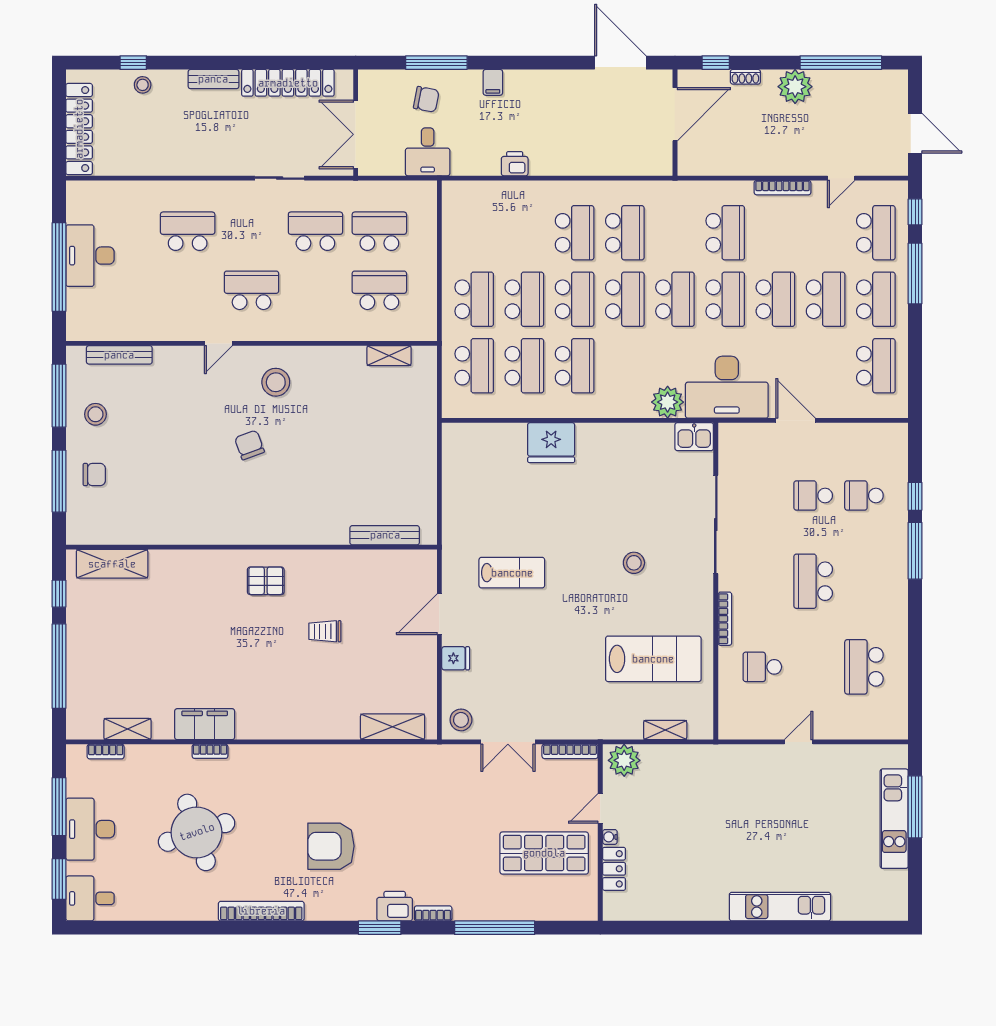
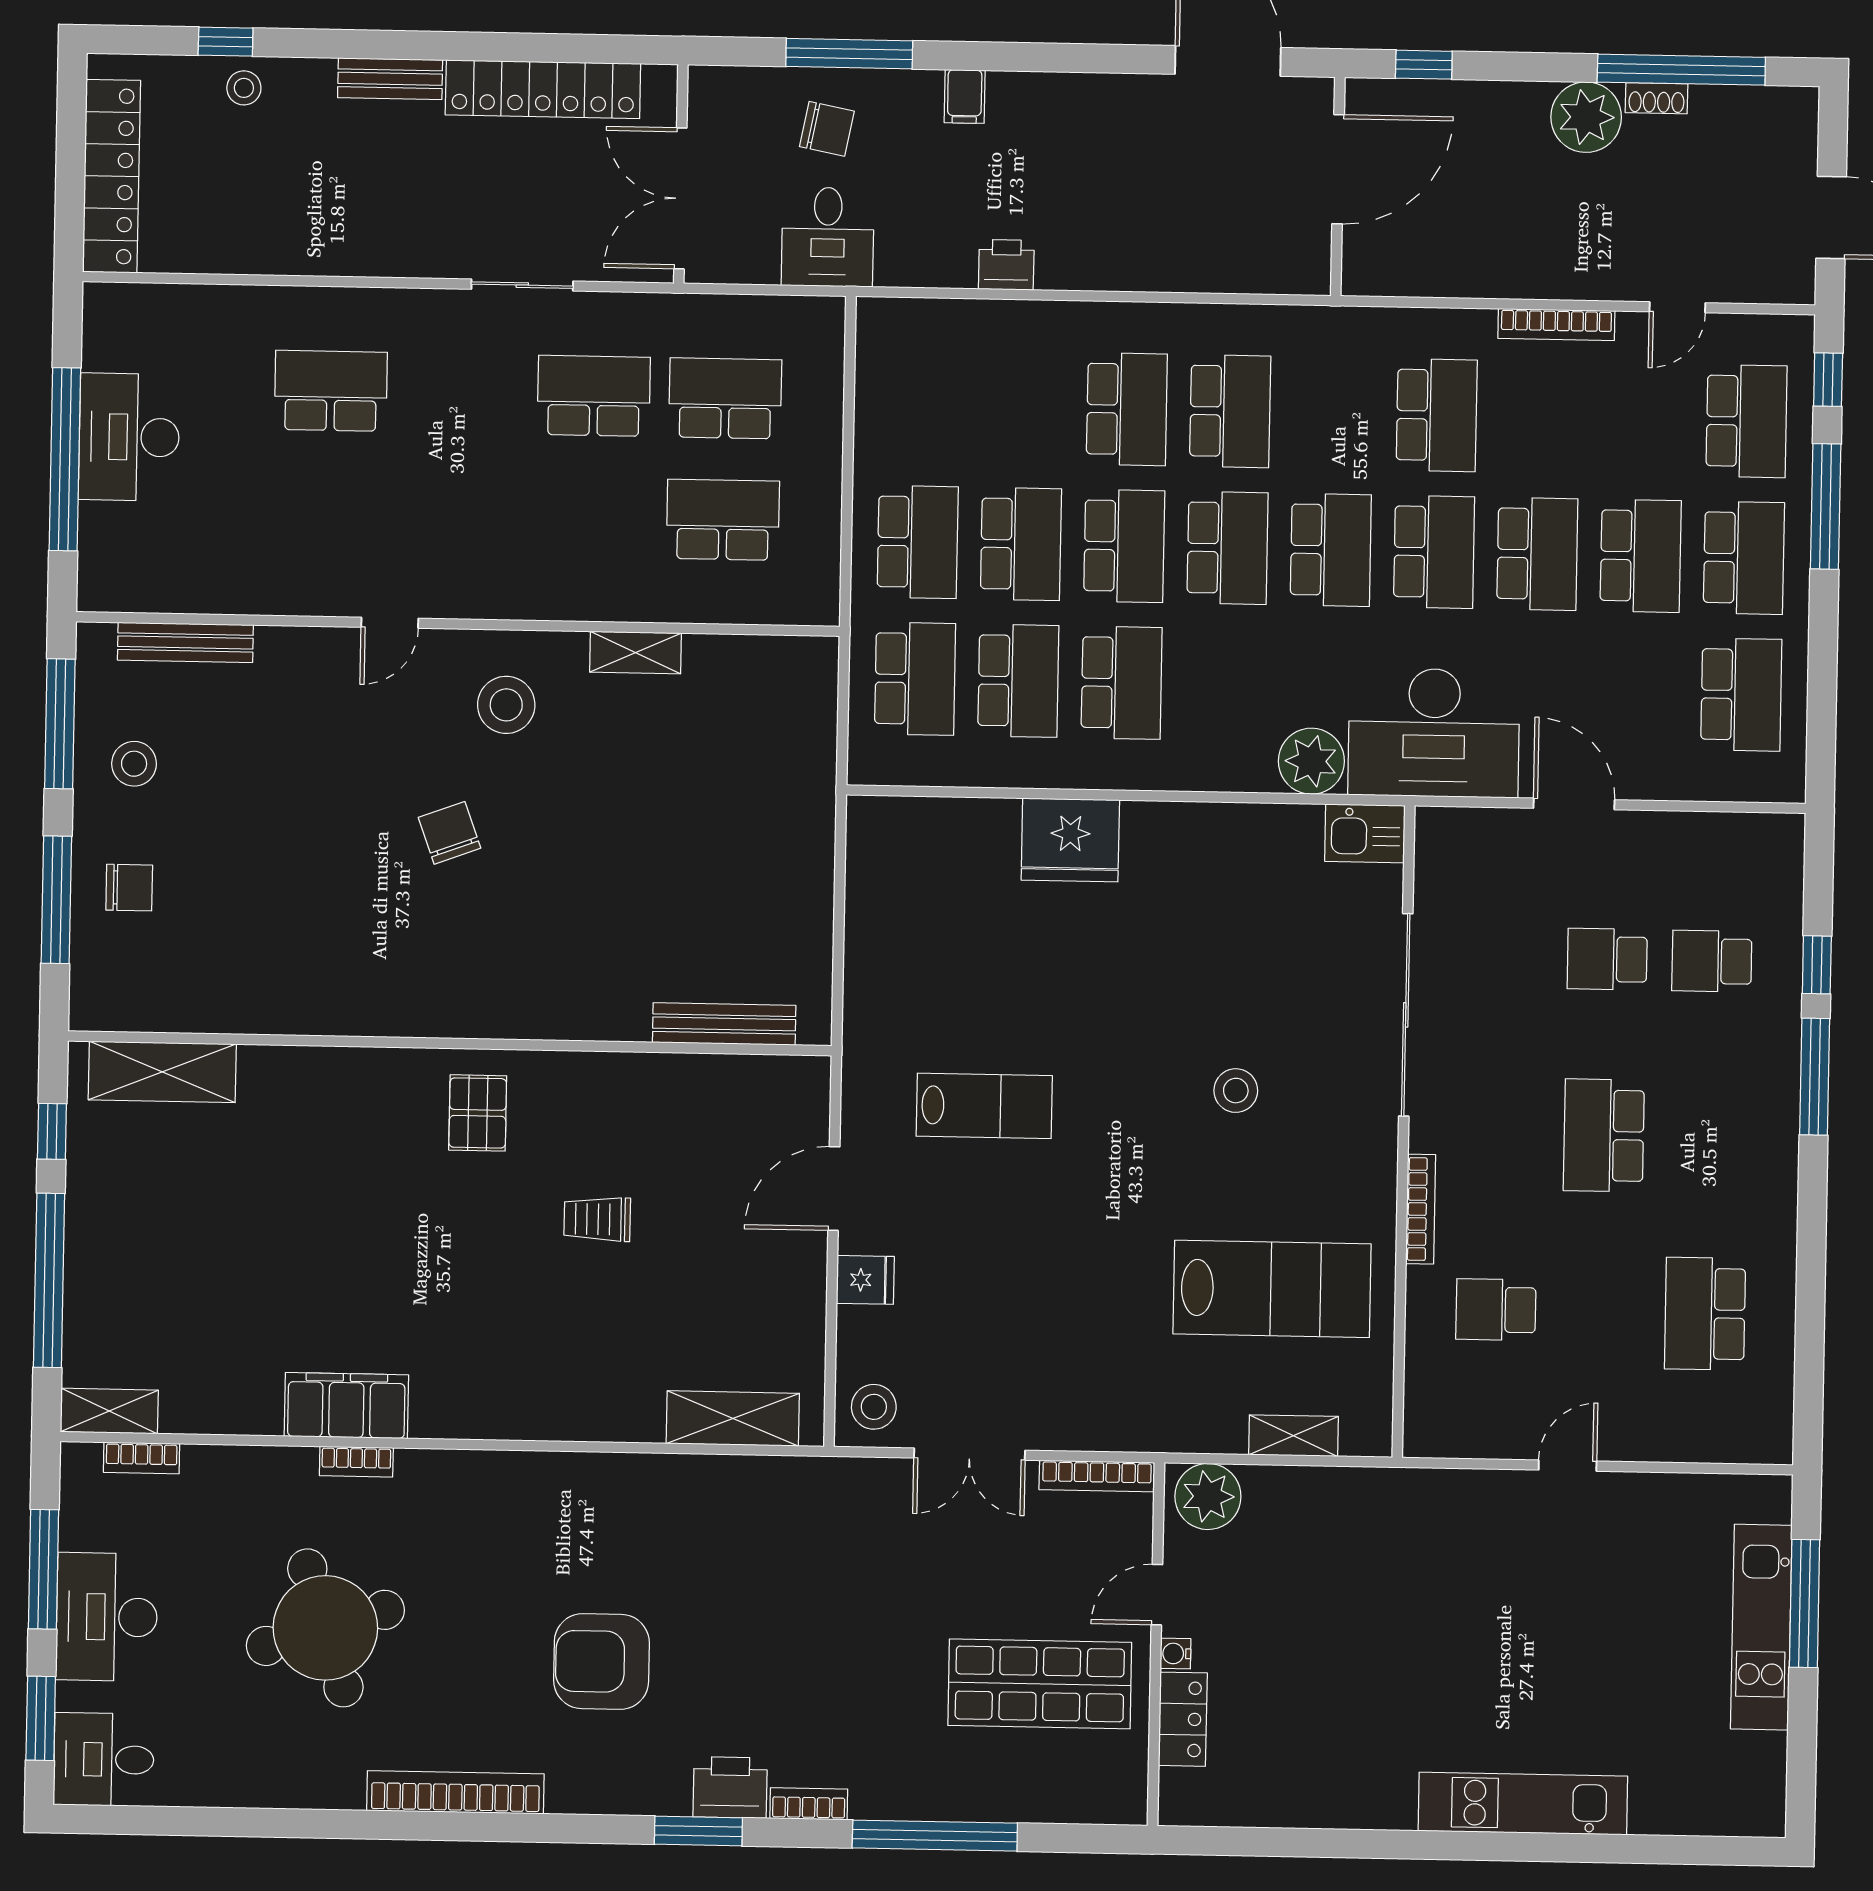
shoe rack: (745, 77) -> (1657, 98), moved
school desk: (252, 290) -> (460, 515), removed
shelving: (389, 356) -> (635, 653), moved
pallet: (266, 581) -> (478, 1113), turned 90
shelving: (127, 729) -> (109, 1411), moved

